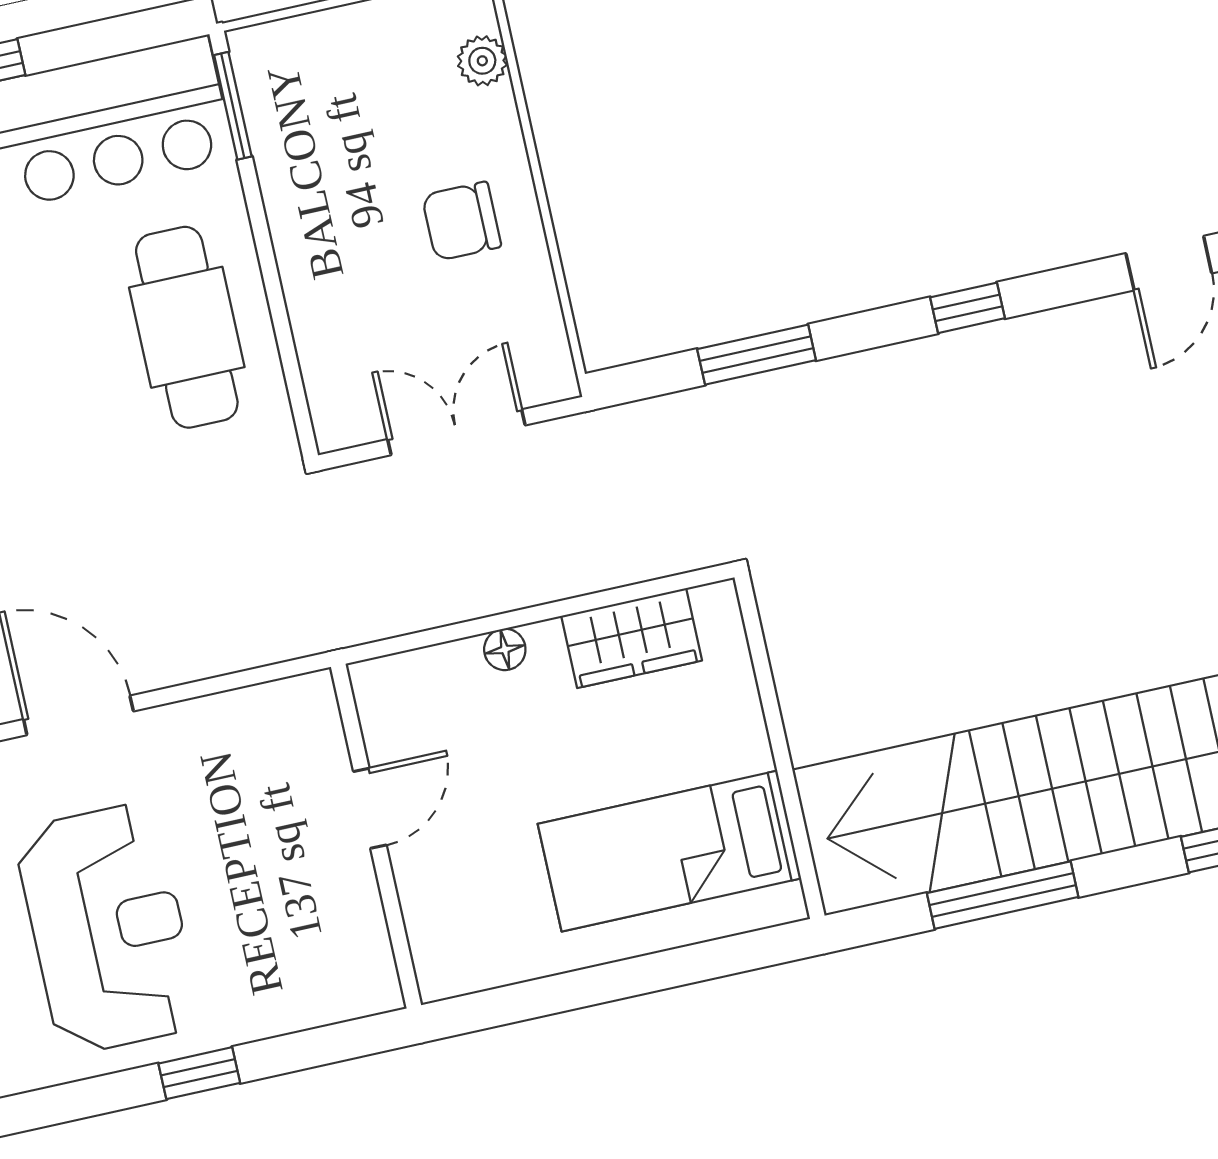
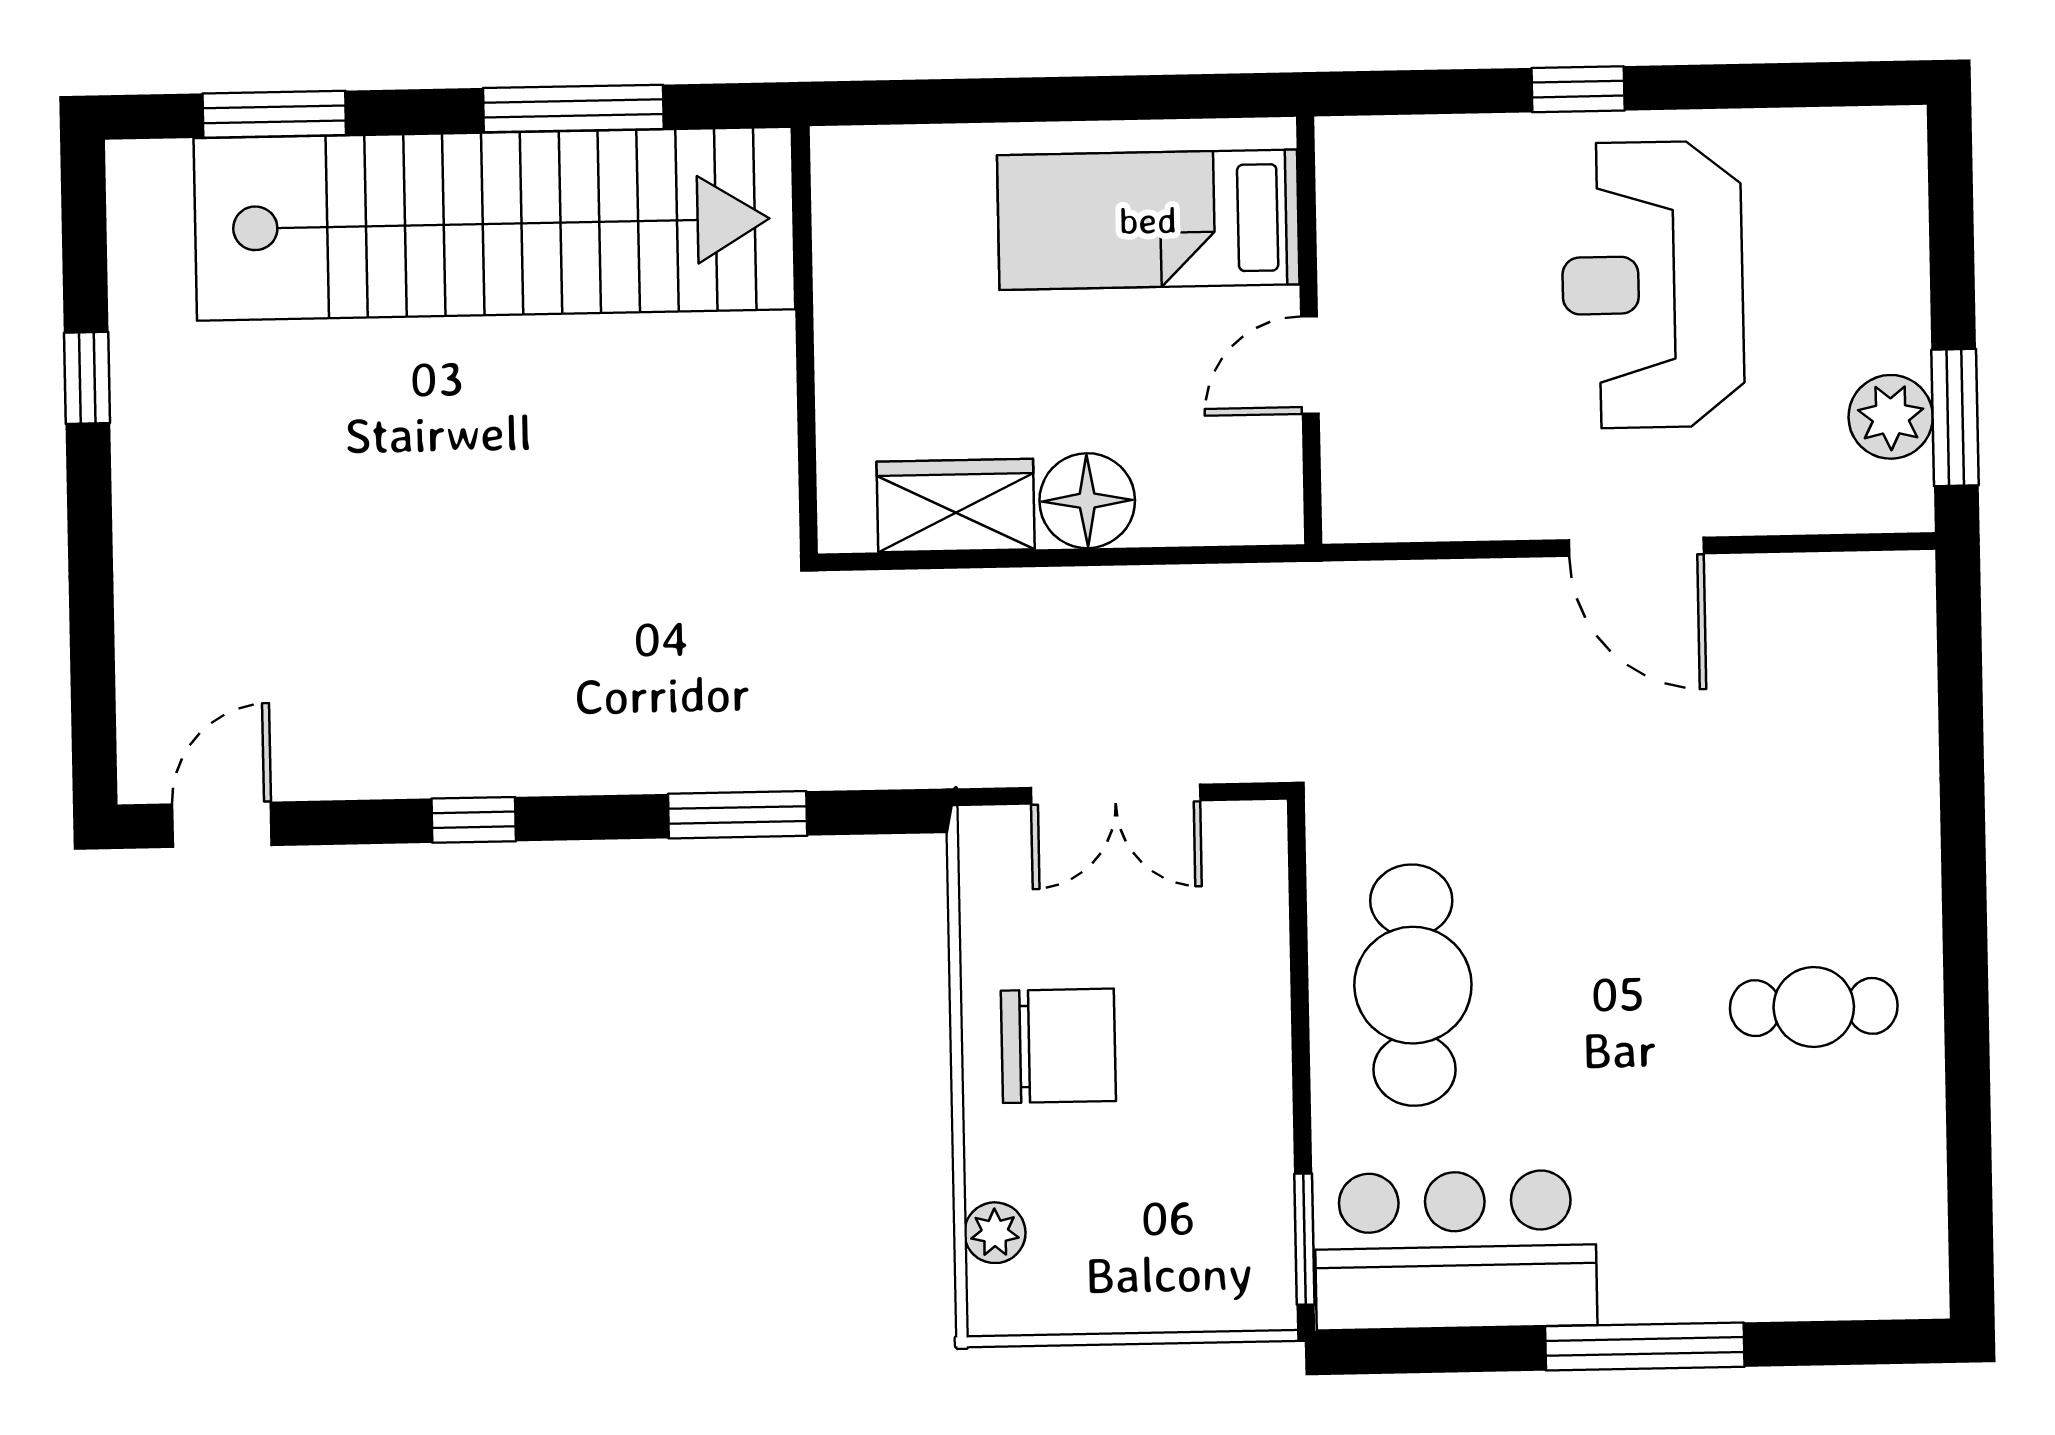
chair: (462, 221) -> (1058, 1046), width x1.37, depth x1.37
floor lamp: (505, 649) -> (1087, 501), width x1.89, depth x1.89
bed: (669, 851) -> (1148, 220), moved, turned 180

